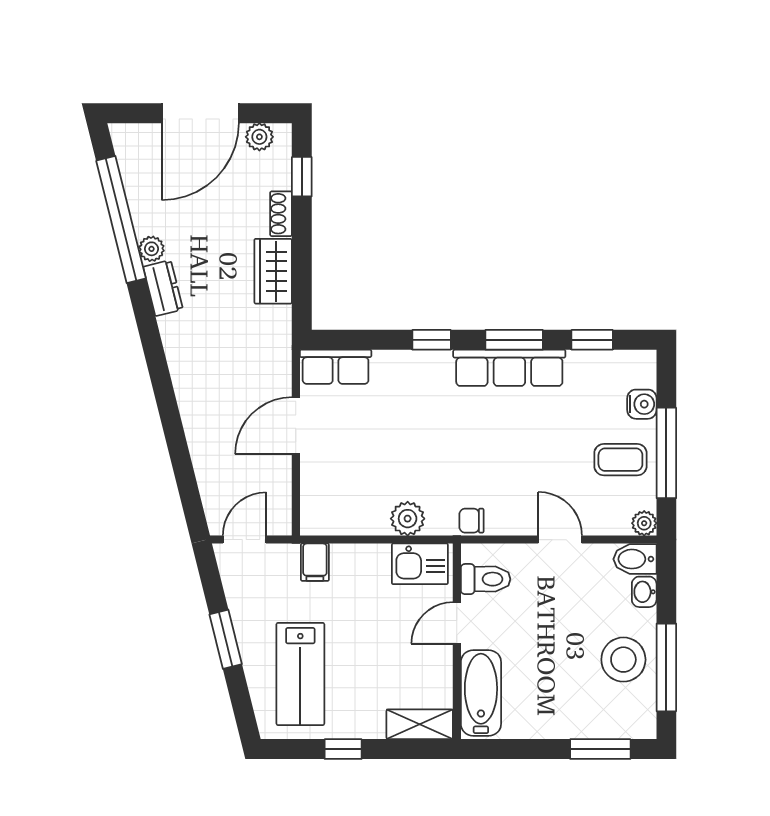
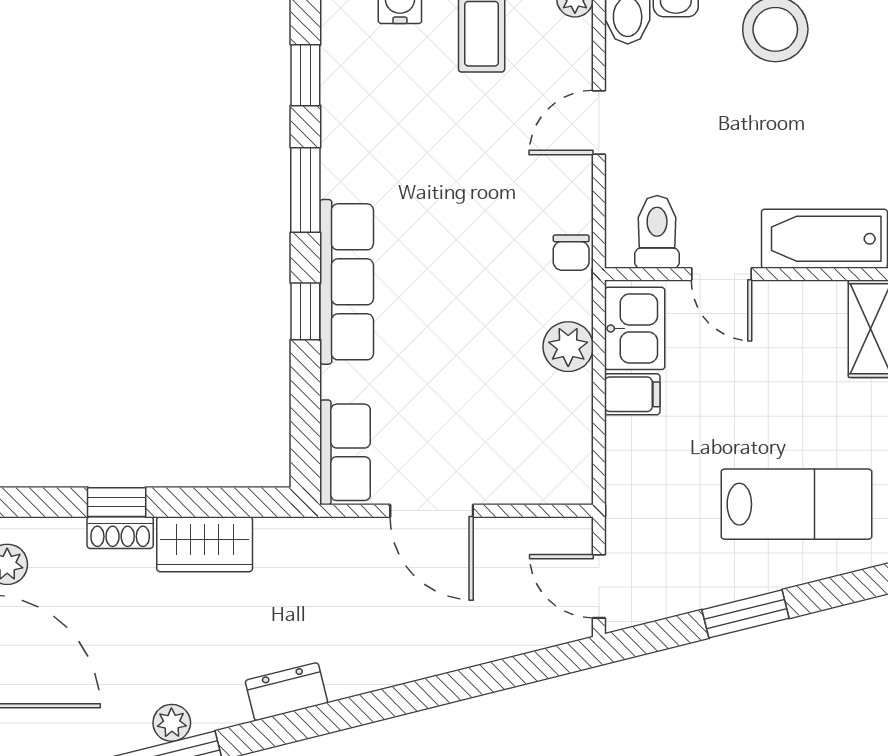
window: (302, 177) -> (117, 502), moved
dresser: (163, 288) -> (286, 692), moved
row of seats: (509, 368) -> (347, 282), moved
filing cabinet: (315, 562) -> (632, 394), moved

